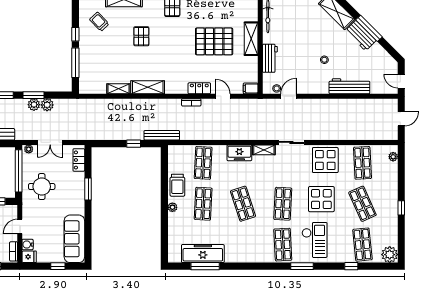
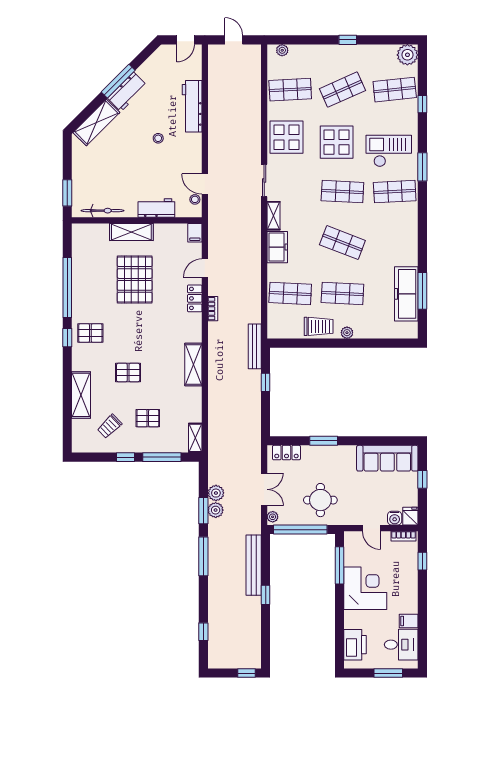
pallet: (106, 52) -> (148, 418), added
shelving: (118, 89) -> (195, 438), moved
shop shelf: (243, 204) -> (342, 243), turned 39

